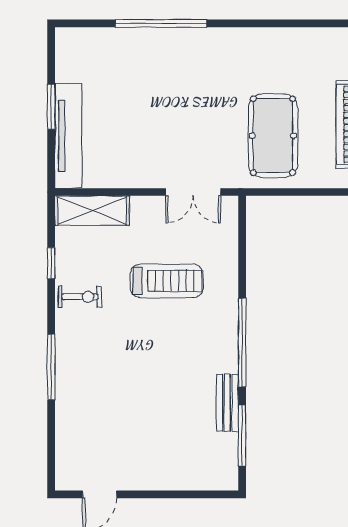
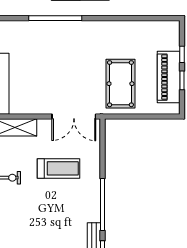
double door: (193, 192) -> (74, 117), width x1.37

